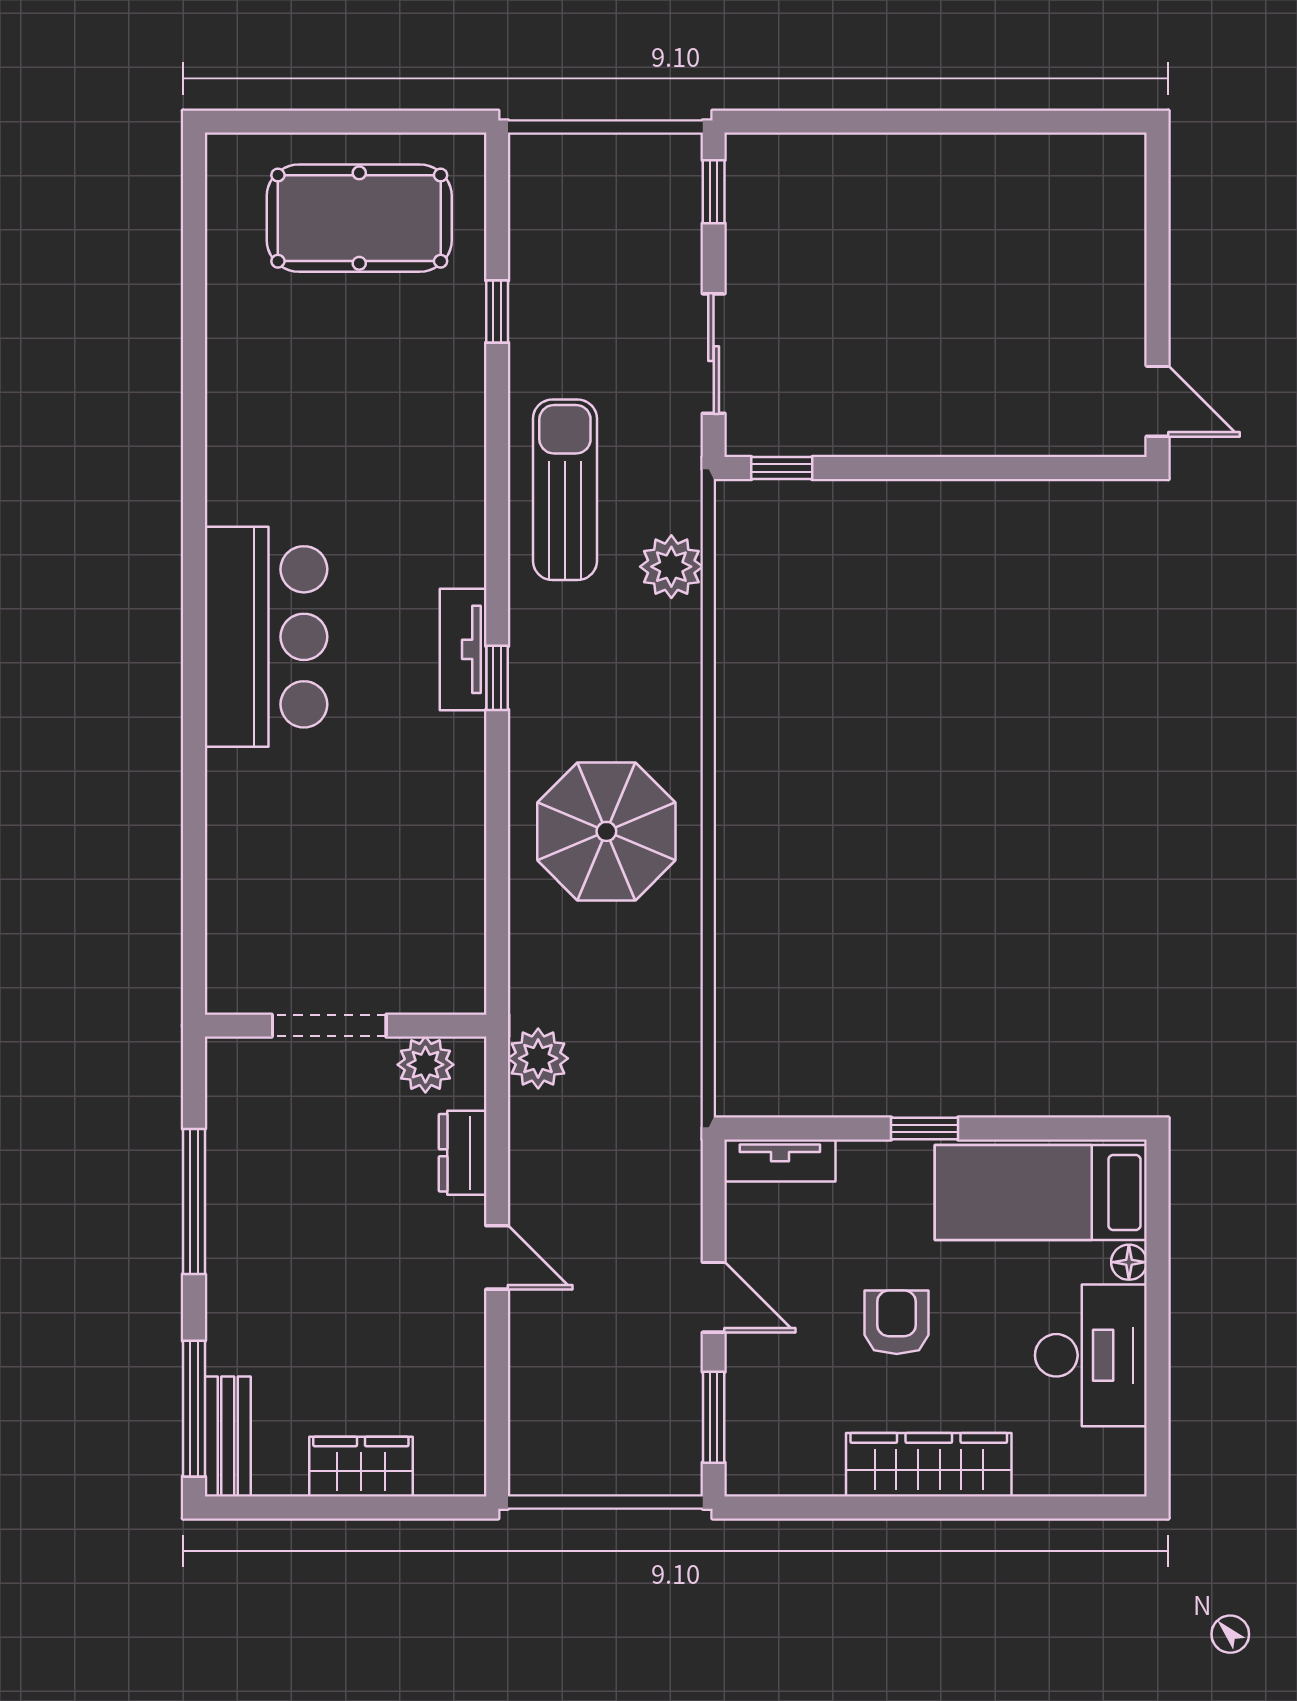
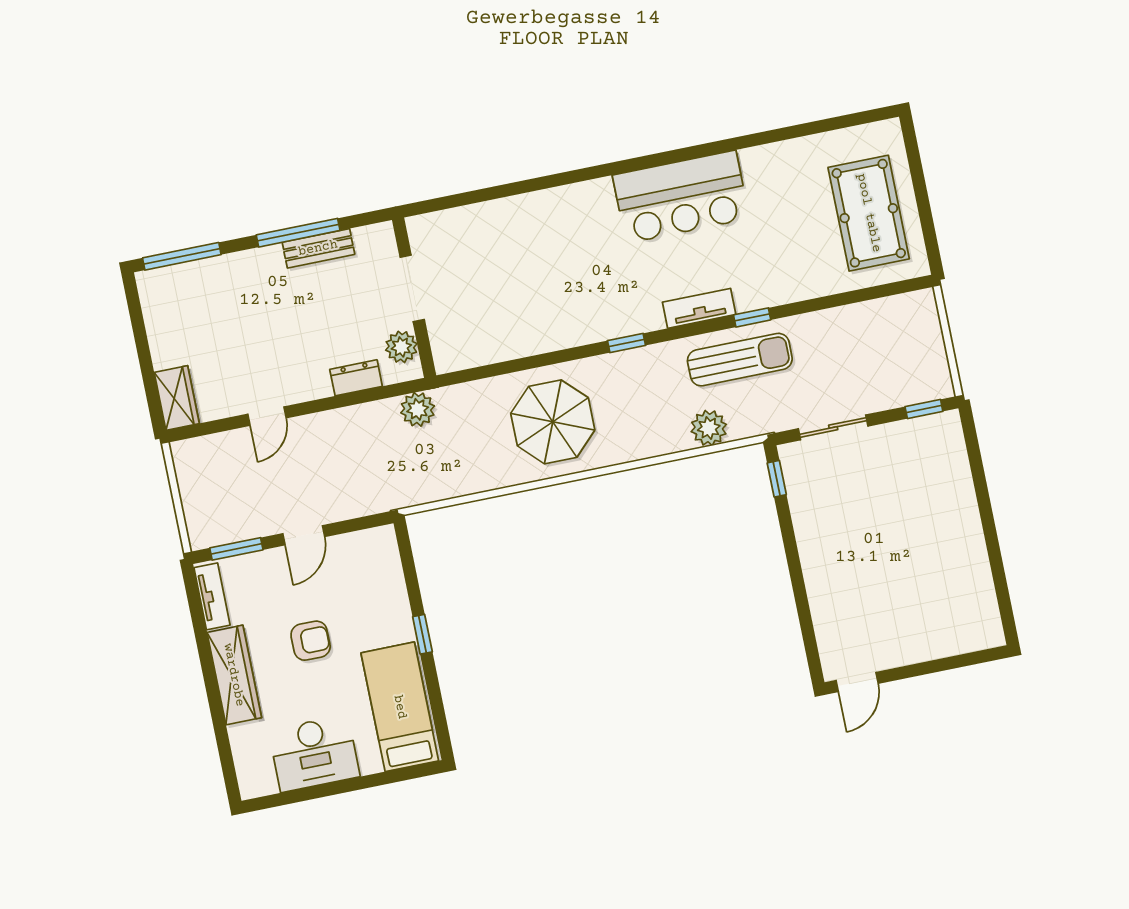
window: (497, 312) -> (752, 317), moved
bar counter: (266, 637) -> (681, 197), moved
tv unit: (463, 649) -> (699, 308), moved
tv unit: (780, 1161) -> (212, 596), moved, turned 180
door: (497, 1257) -> (267, 416), moved
floor lamp: (1129, 1262) -> (371, 764), removed
bench: (228, 1436) -> (318, 248), moved
wardrobe: (361, 1467) -> (177, 398), moved

